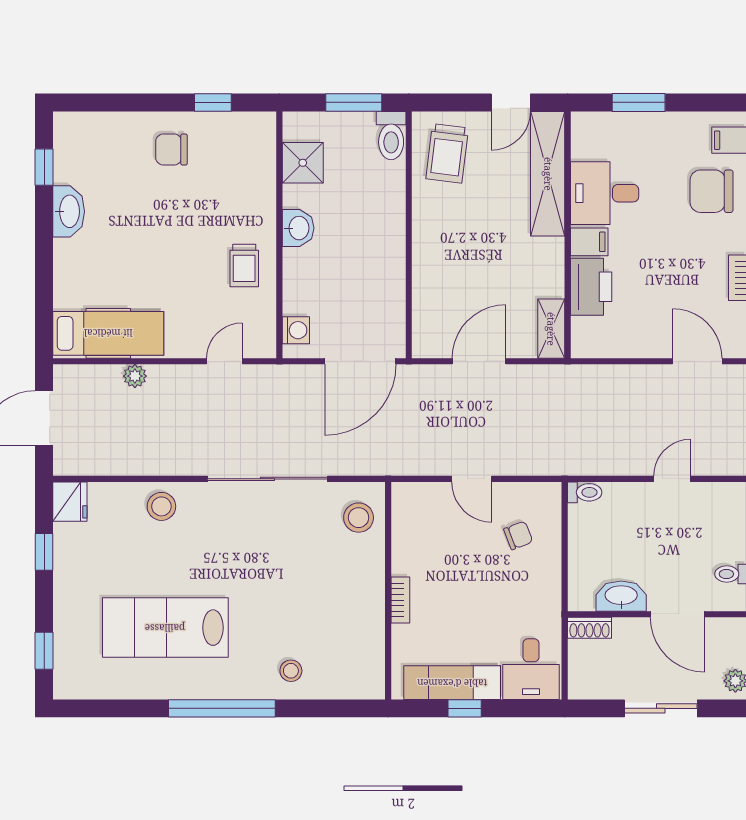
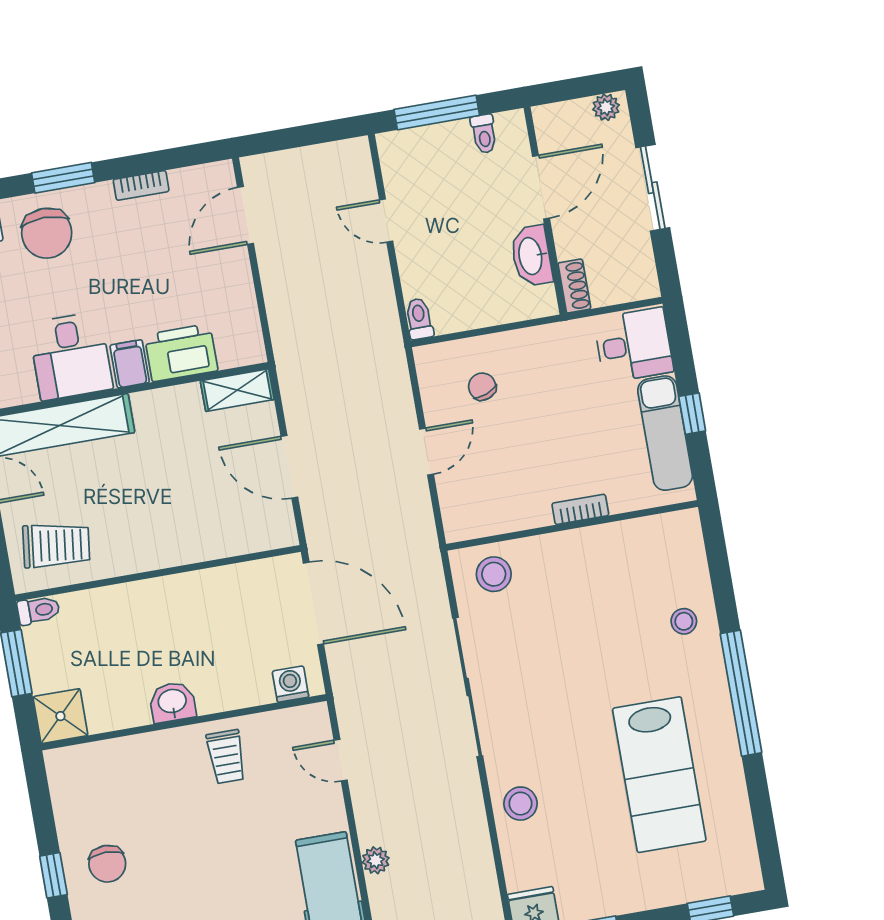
window: (213, 102) -> (53, 875), moved
toilet: (391, 136) -> (38, 610), width x0.73, depth x0.72
shower: (303, 163) -> (60, 716), moved
trolley: (244, 265) -> (226, 757), turned 90

